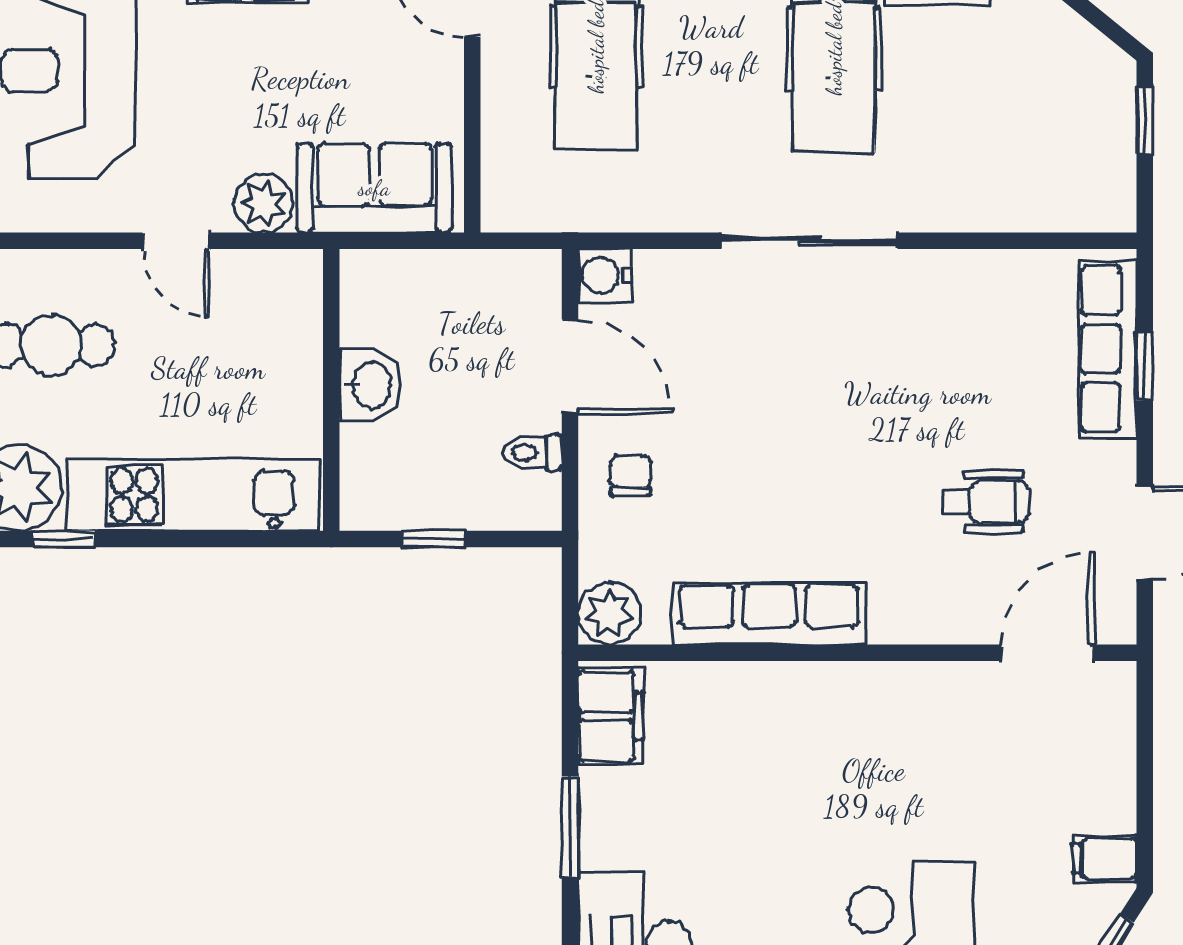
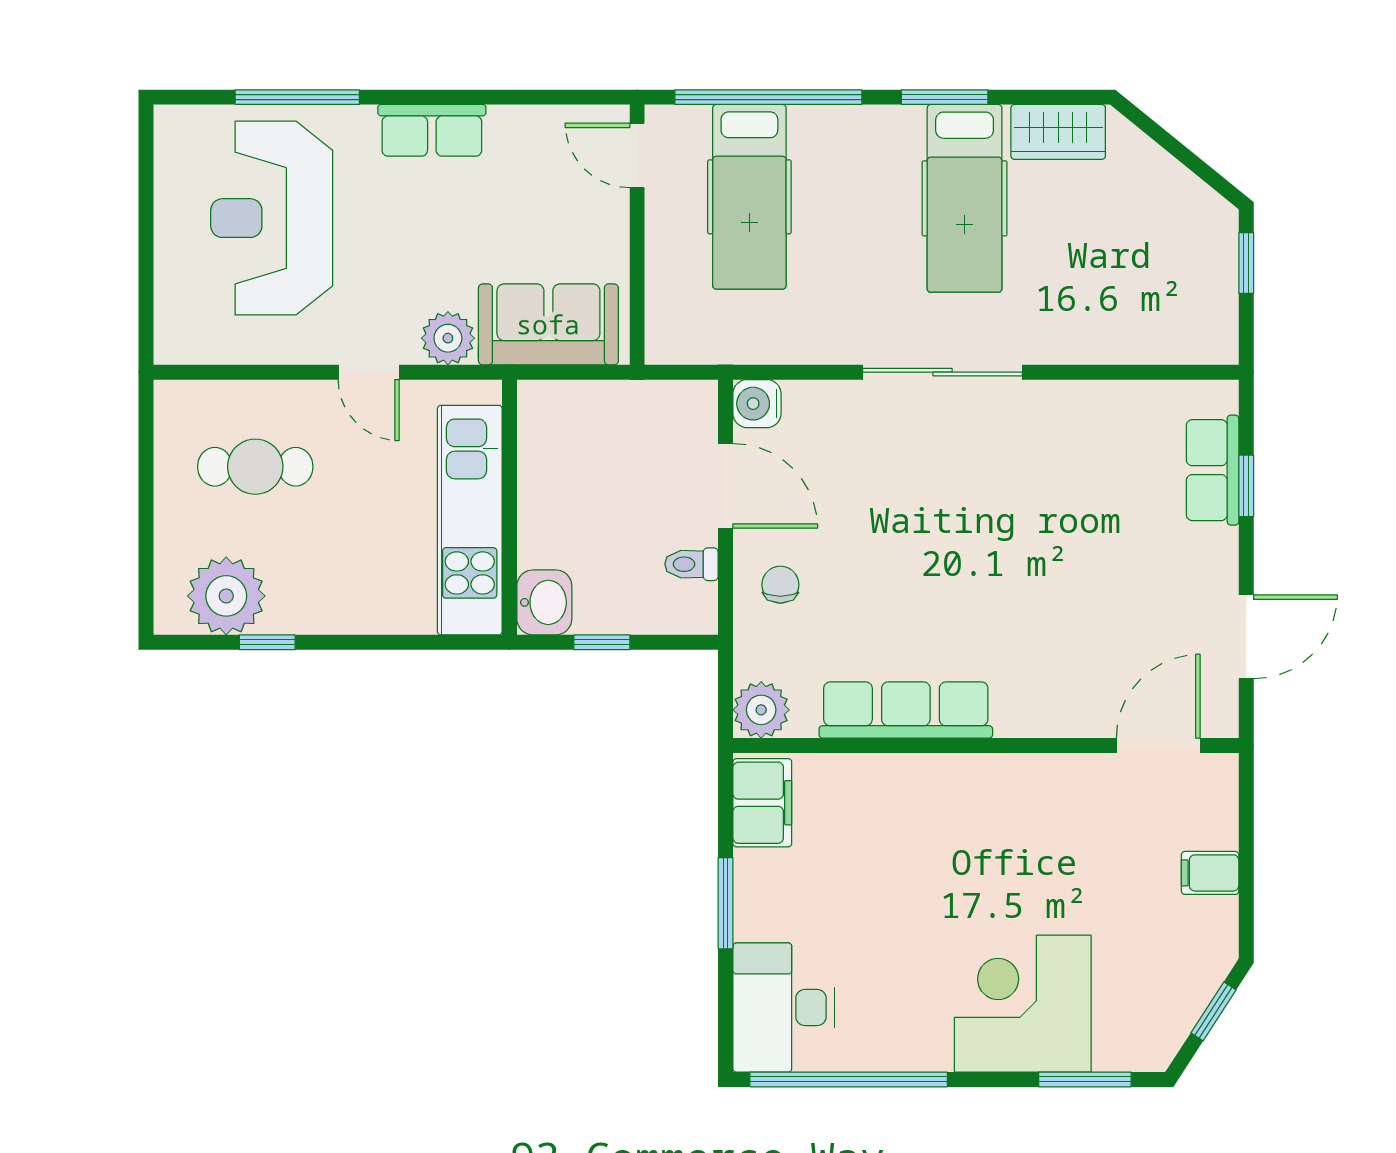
row of seats: (1108, 349) -> (1213, 470), width x0.68
washbasin: (370, 385) -> (544, 602), moved
kitchen unit: (193, 495) -> (470, 520), moved, turned -90
wheelchair: (986, 502) -> (1103, 609), removed
filing cabinet: (1105, 859) -> (1210, 873), moved

